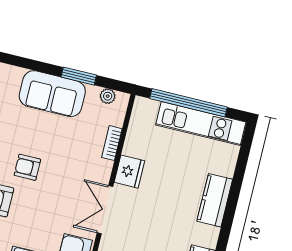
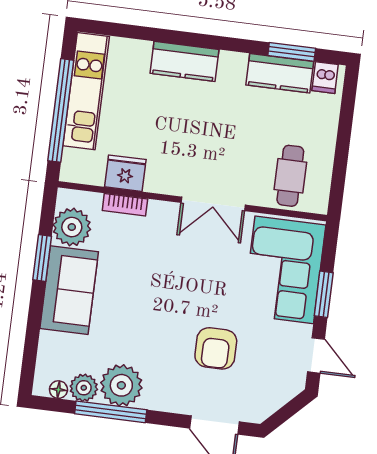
plant: (108, 96) -> (72, 227), width x1.88, depth x1.88
armchair: (27, 167) -> (169, 312), removed
fridge: (129, 172) -> (125, 173), moved

